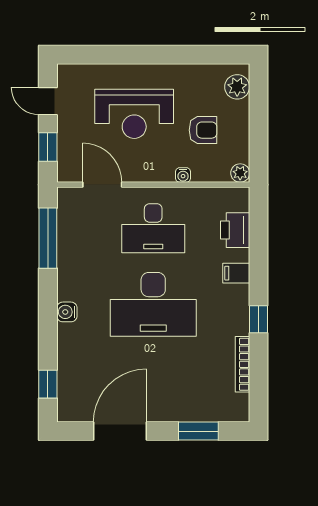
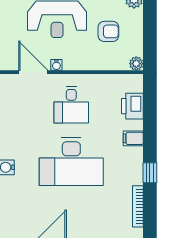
water cooler: (183, 175) -> (56, 65), moved
desk: (153, 228) -> (71, 105), width x0.73

